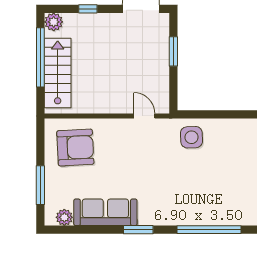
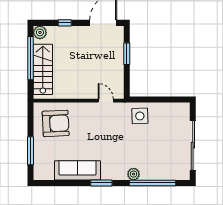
plant: (64, 217) -> (134, 174), moved

